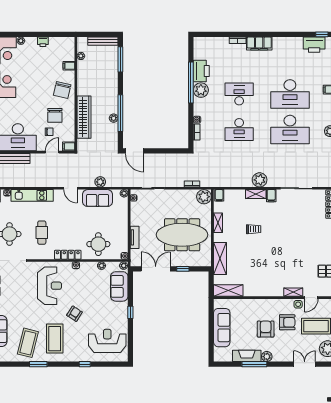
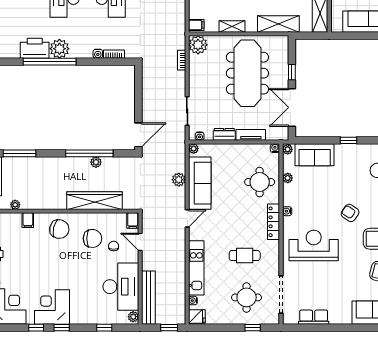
sofa: (98, 198) -> (200, 183), width x1.36
dresser: (135, 217) -> (224, 134), added

